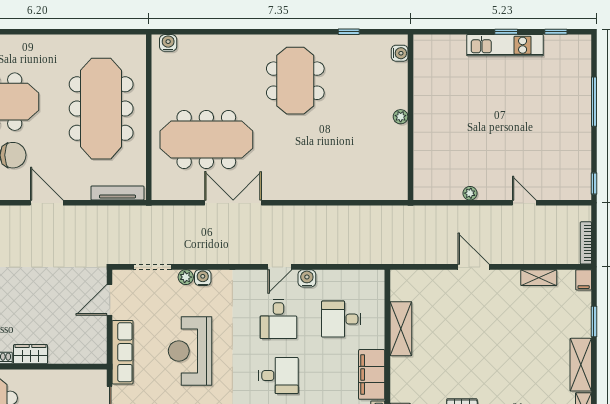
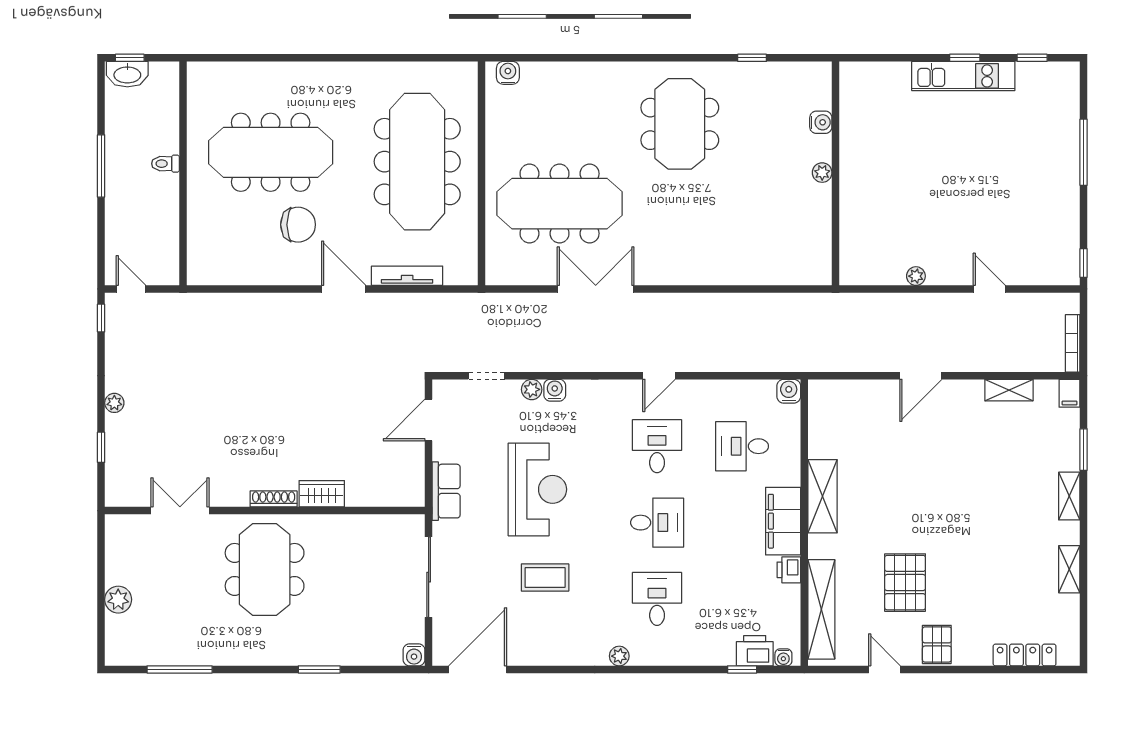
water cooler: (400, 53) -> (821, 122), moved
tv unit: (117, 193) -> (407, 276), moved
doorway: (152, 267) -> (487, 376), width x0.73
door: (474, 267) -> (921, 376), swing flipped
water cooler: (307, 278) -> (789, 391), moved
desk: (278, 319) -> (657, 446), turned 180
shelving: (401, 329) -> (823, 496), moved
reception desk: (190, 351) -> (537, 489), turned 180
row of seats: (122, 352) -> (446, 491), width x0.68
shelving: (581, 365) -> (1069, 496), width x0.67, depth x0.75

